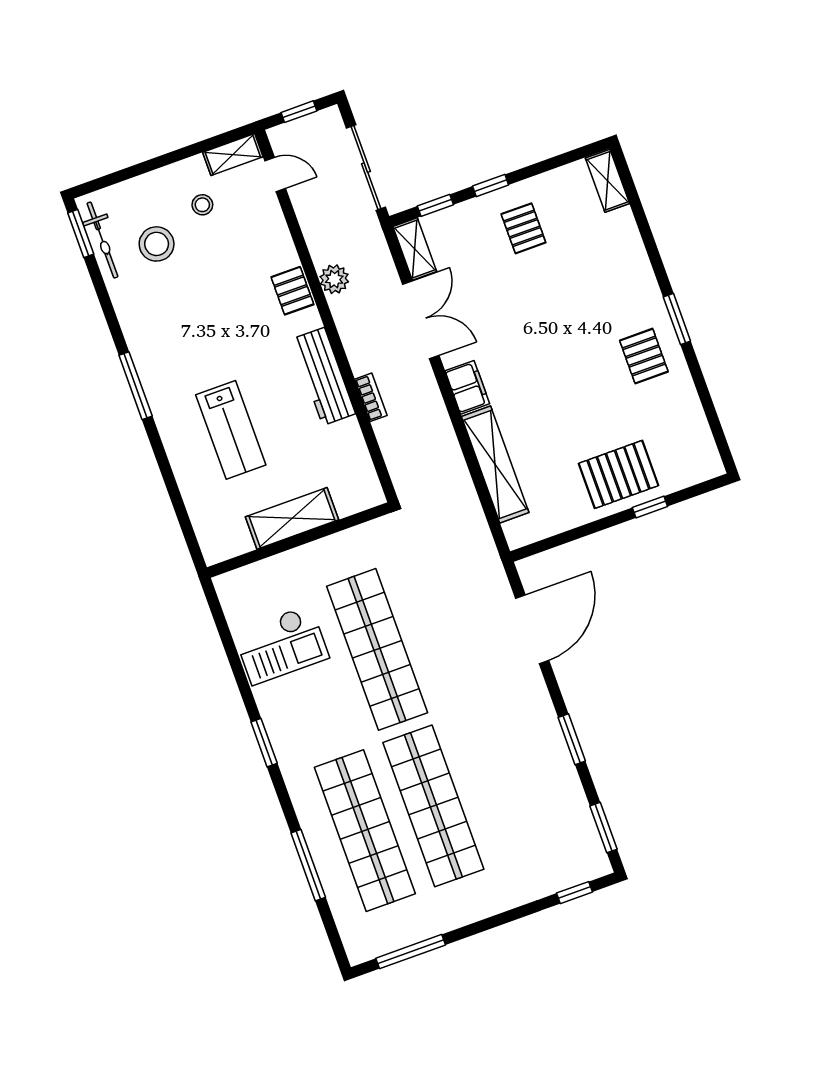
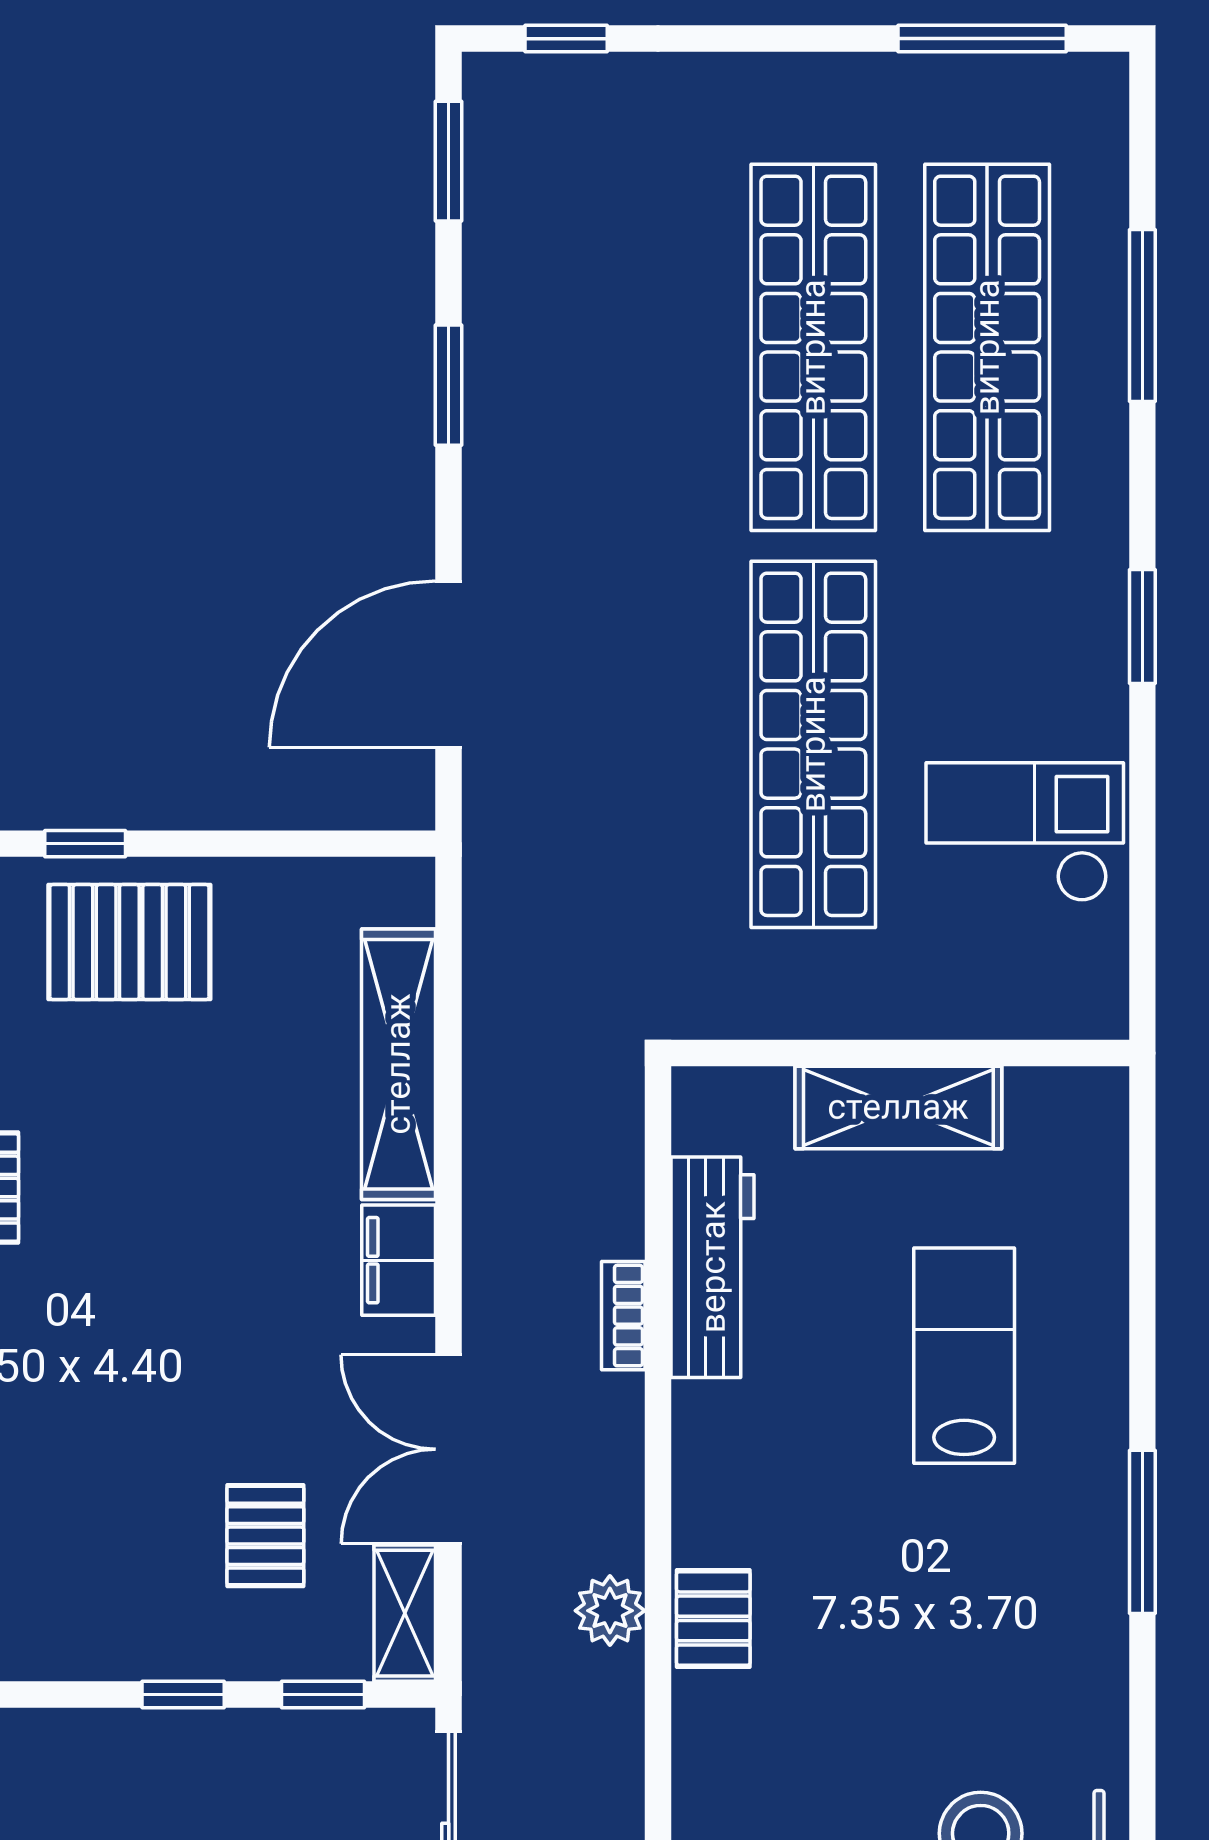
pallet: (523, 228) -> (265, 1536), moved
workbench: (324, 376) -> (713, 1267), moved

